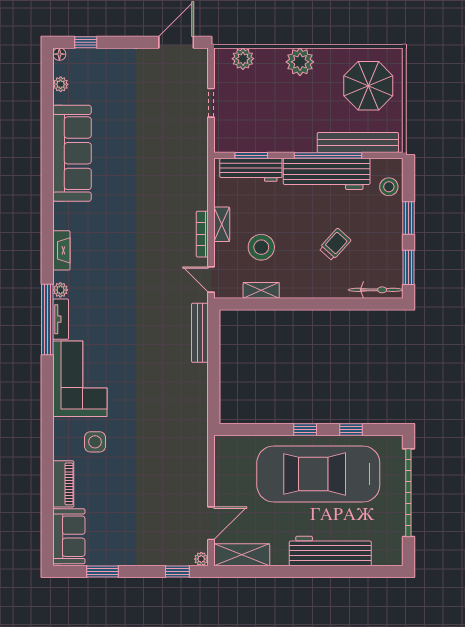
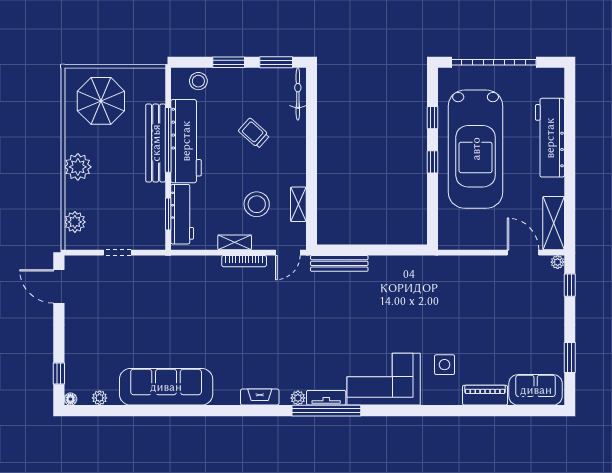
bench: (358, 142) -> (156, 143), moved

